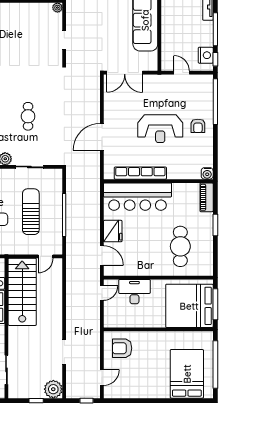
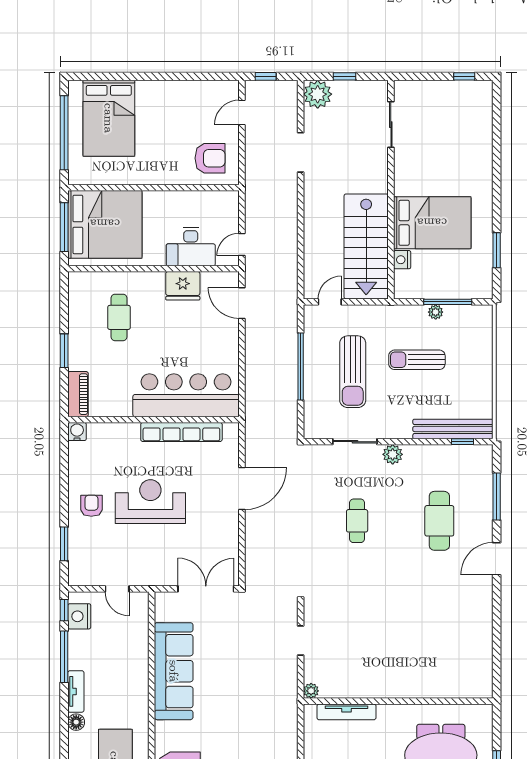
window: (215, 102) -> (64, 544), width x0.47
fridge: (113, 231) -> (183, 286), moved, turned -90
cafe table: (180, 246) -> (119, 317), width x0.73, depth x0.74

